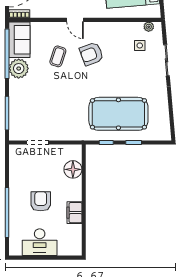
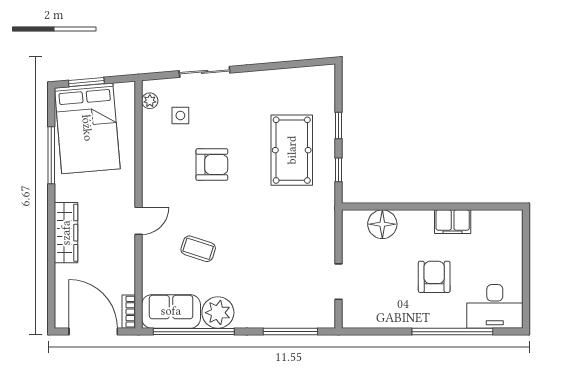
armchair: (91, 54) -> (212, 164), moved, turned -70
pool table: (118, 114) -> (292, 150), width x0.73, depth x0.76
armchair: (41, 201) -> (434, 277), turned 90
desk: (40, 242) -> (495, 306), moved, turned 90

